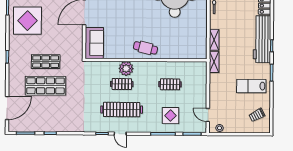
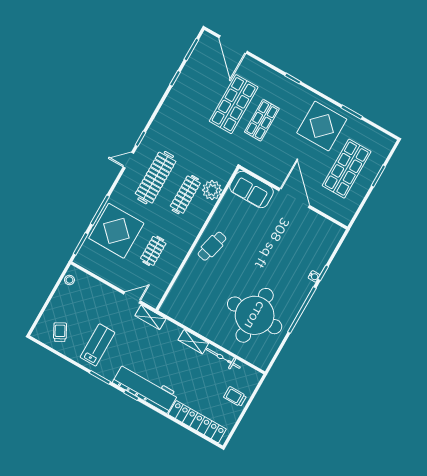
shelving: (214, 40) -> (193, 342), moved
plant: (126, 68) -> (212, 190), moved
clothes rail: (122, 84) -> (185, 195), width x1.36
door: (208, 115) -> (132, 297), moved
display table: (170, 116) -> (116, 231), width x1.86, depth x1.86

